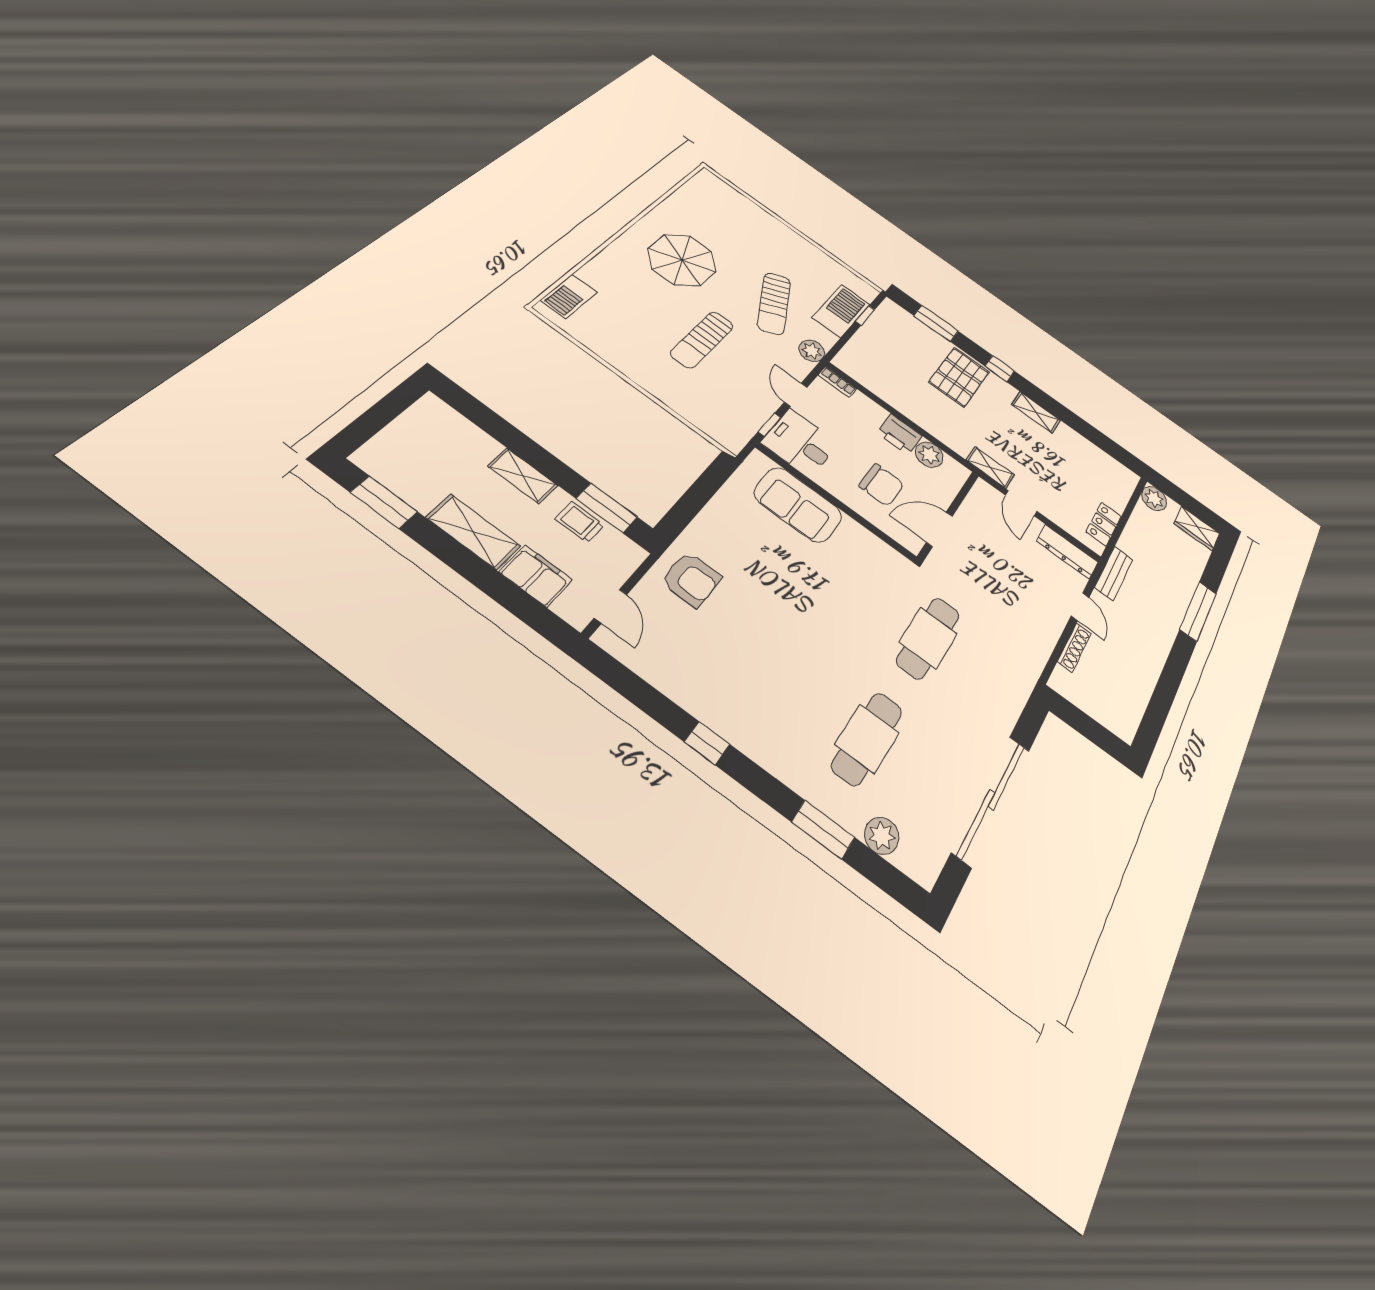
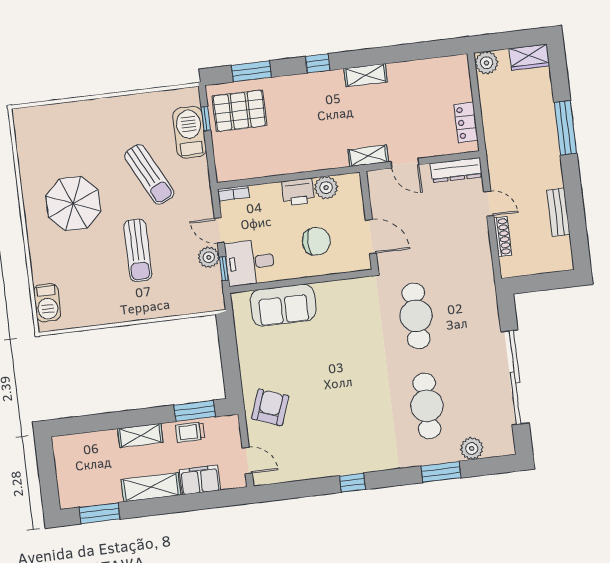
plant: (812, 351) -> (209, 257), moved
pallet: (959, 377) -> (239, 111), moved, turned 90
door: (939, 529) -> (371, 237), swing flipped
bench: (1114, 573) -> (558, 212), moved
armchair: (691, 579) -> (270, 407), turned -70

